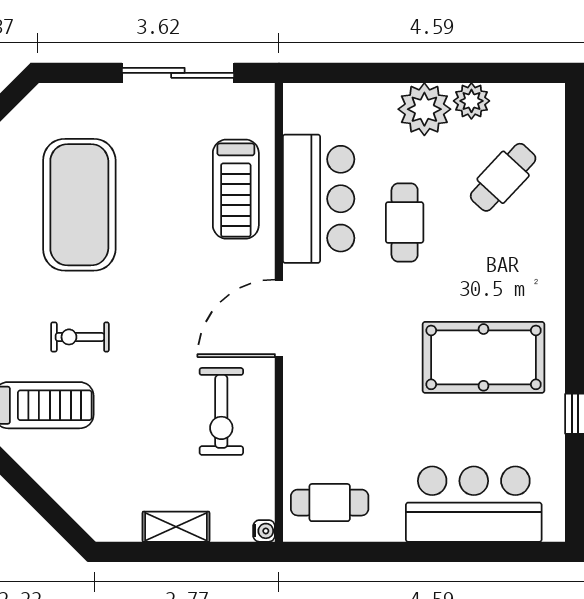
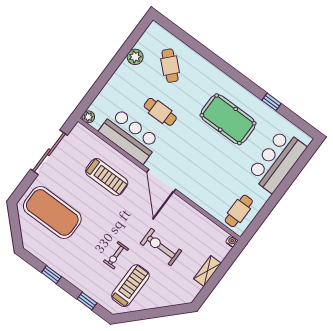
plant: (424, 109) -> (88, 117), moved, width x0.53, depth x0.53
treadmill: (236, 189) -> (107, 177), moved
exercise mat: (79, 205) -> (52, 212), moved
pool table: (484, 357) -> (228, 119), turned 90
exercise bike: (221, 411) -> (161, 247), moved, turned 180

